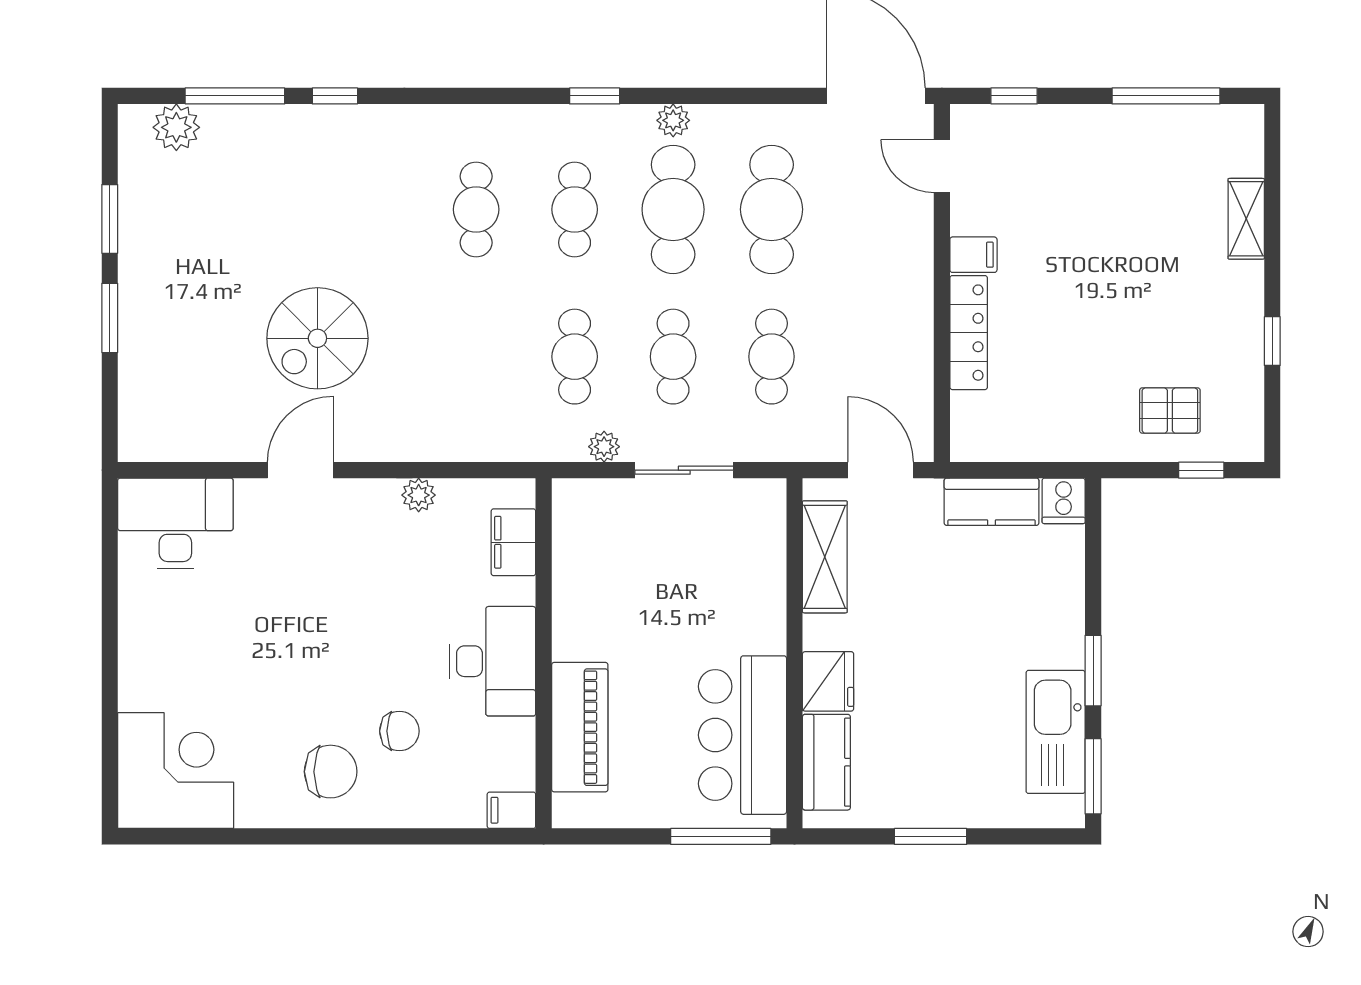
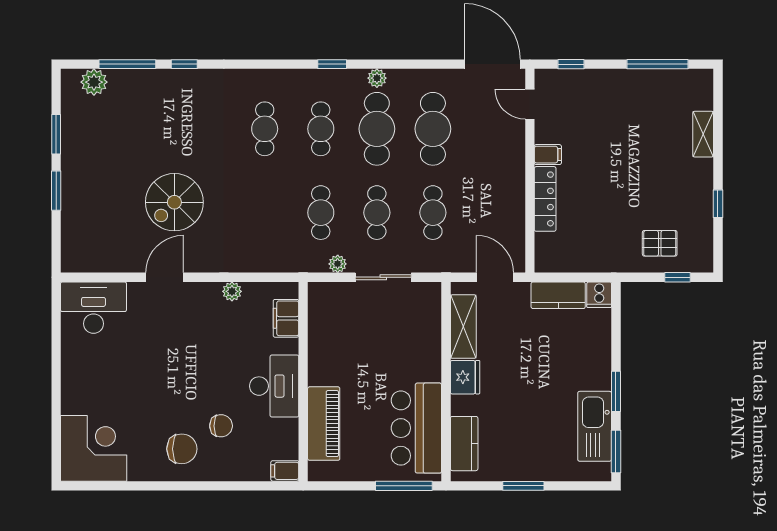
fridge: (828, 681) -> (465, 377), moved

